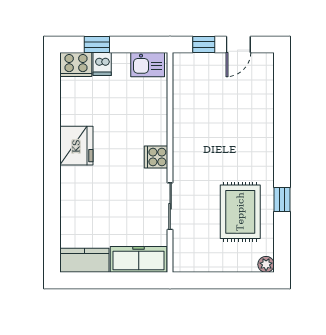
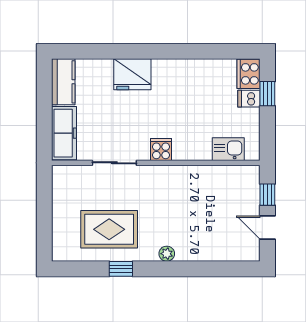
kitchen sink: (148, 65) -> (228, 149), moved, turned 90
fridge: (76, 146) -> (132, 74), moved
plant: (266, 264) -> (167, 254), moved

